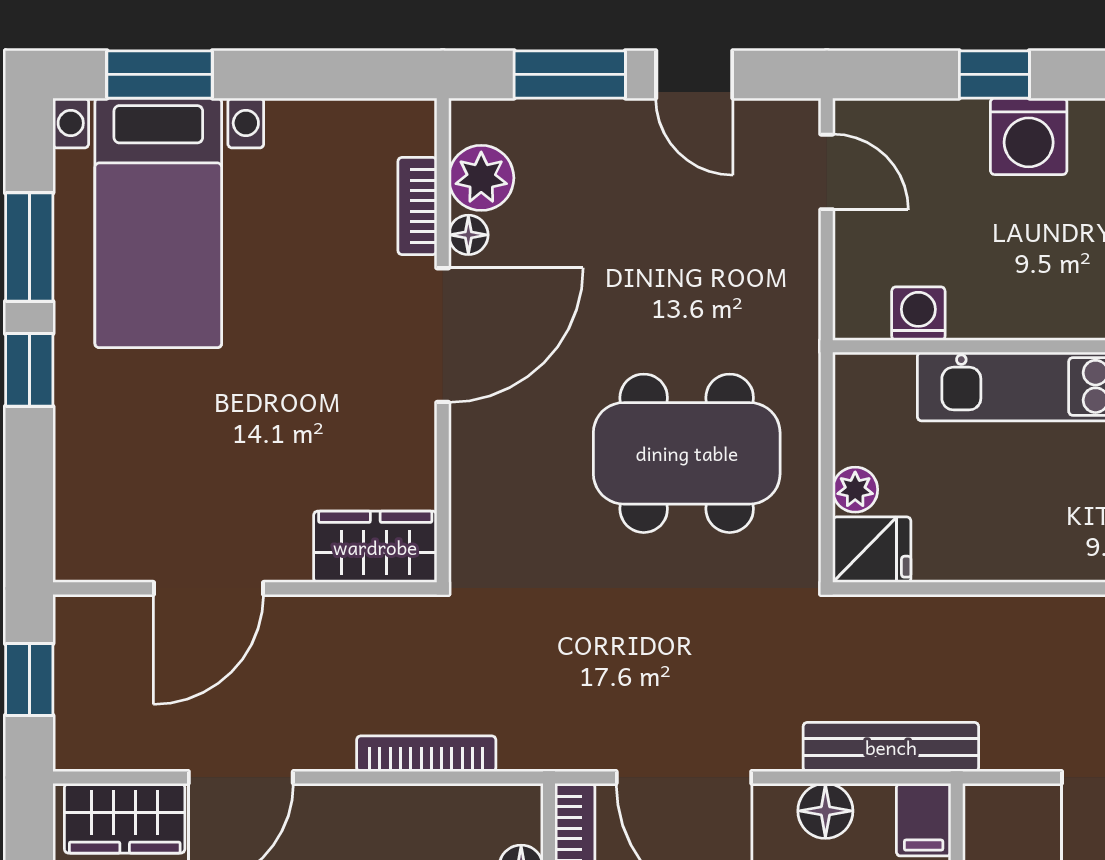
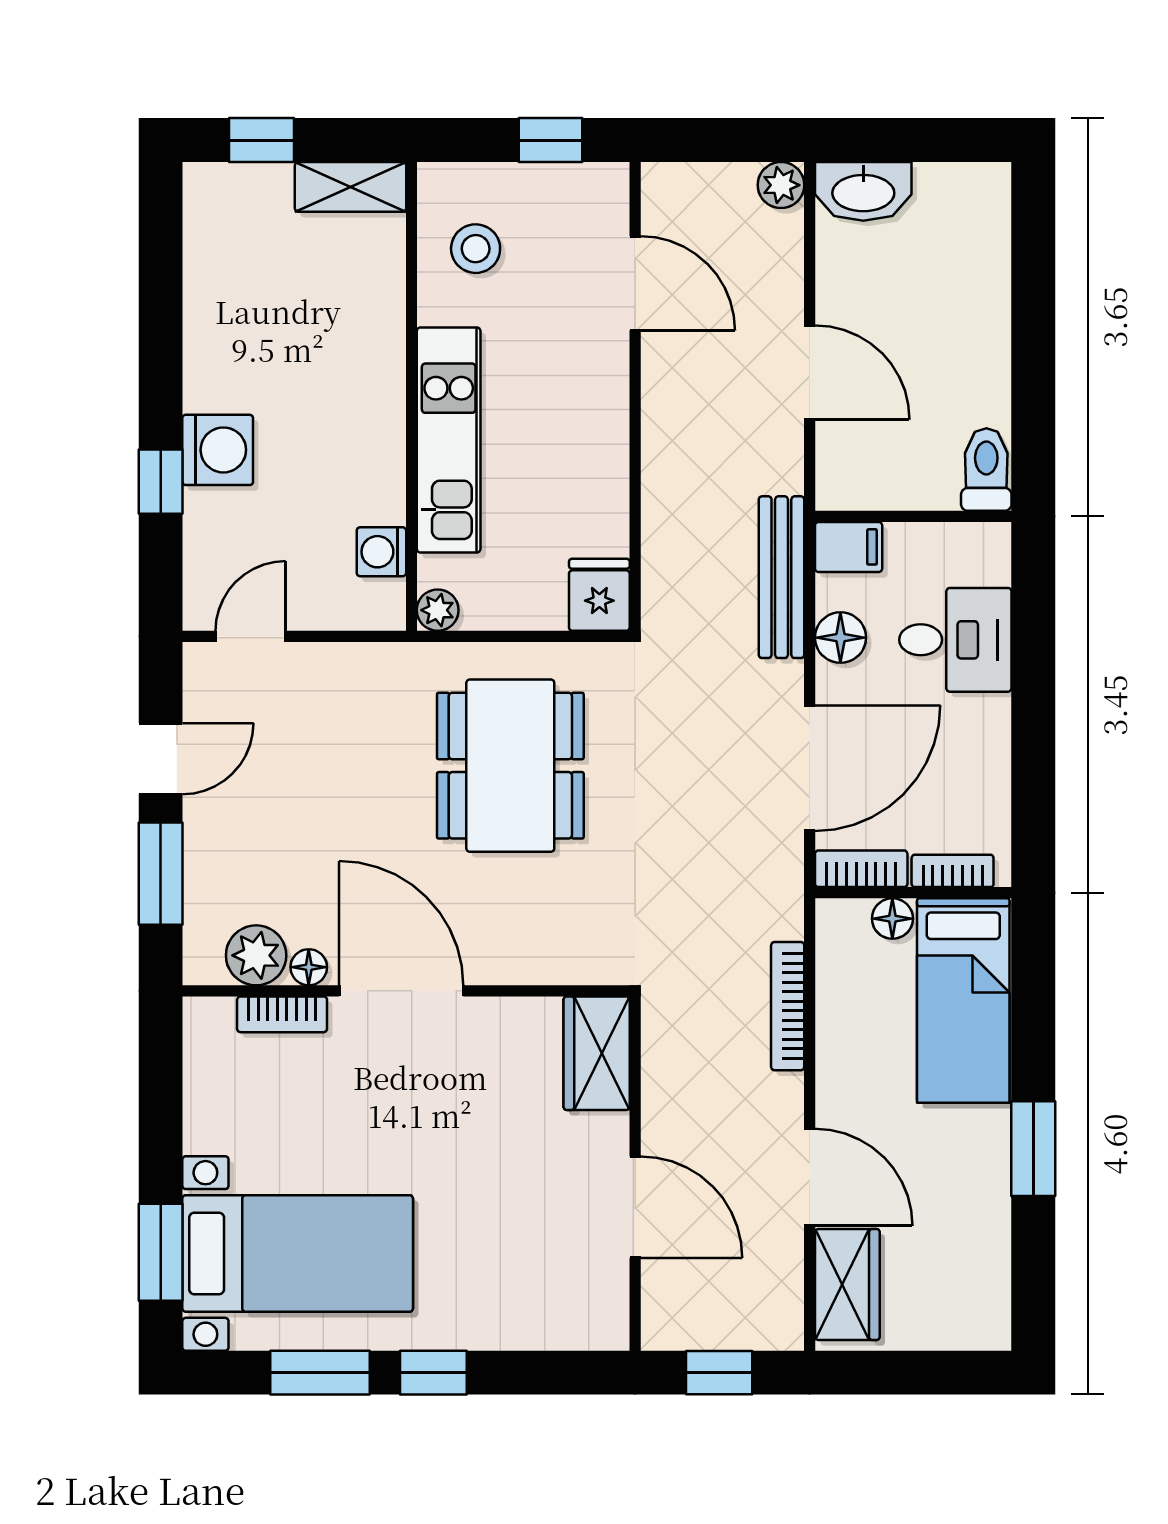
plant: (855, 490) -> (438, 610), moved

